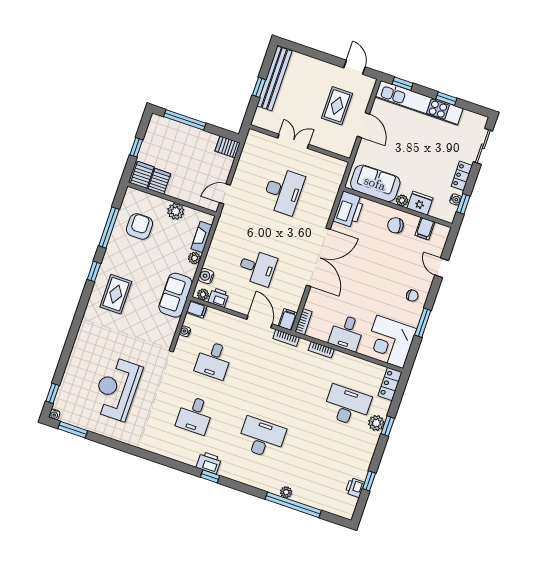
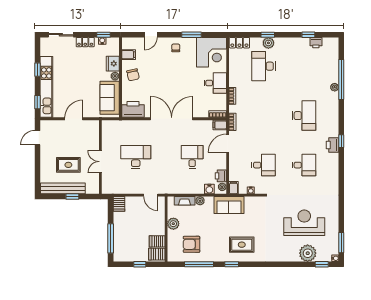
rug: (337, 106) -> (68, 165), moved
plant: (74, 379) -> (308, 253), added
reception desk: (117, 389) -> (304, 223), turned 180
desk: (262, 438) -> (304, 116), turned 180

